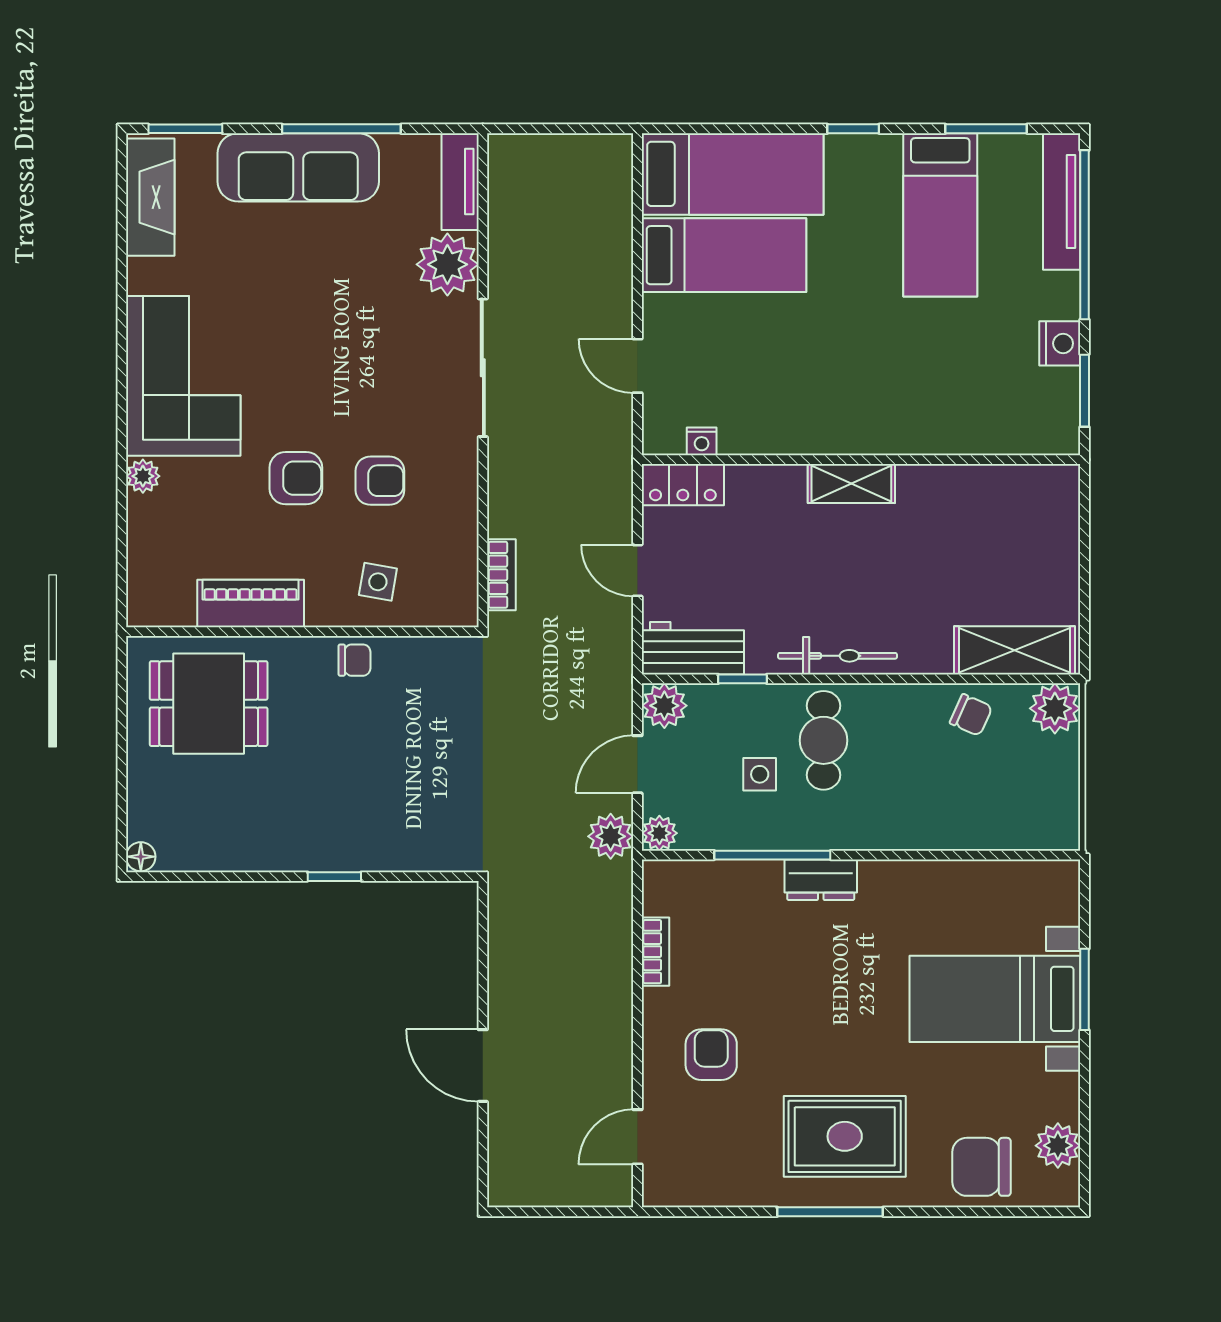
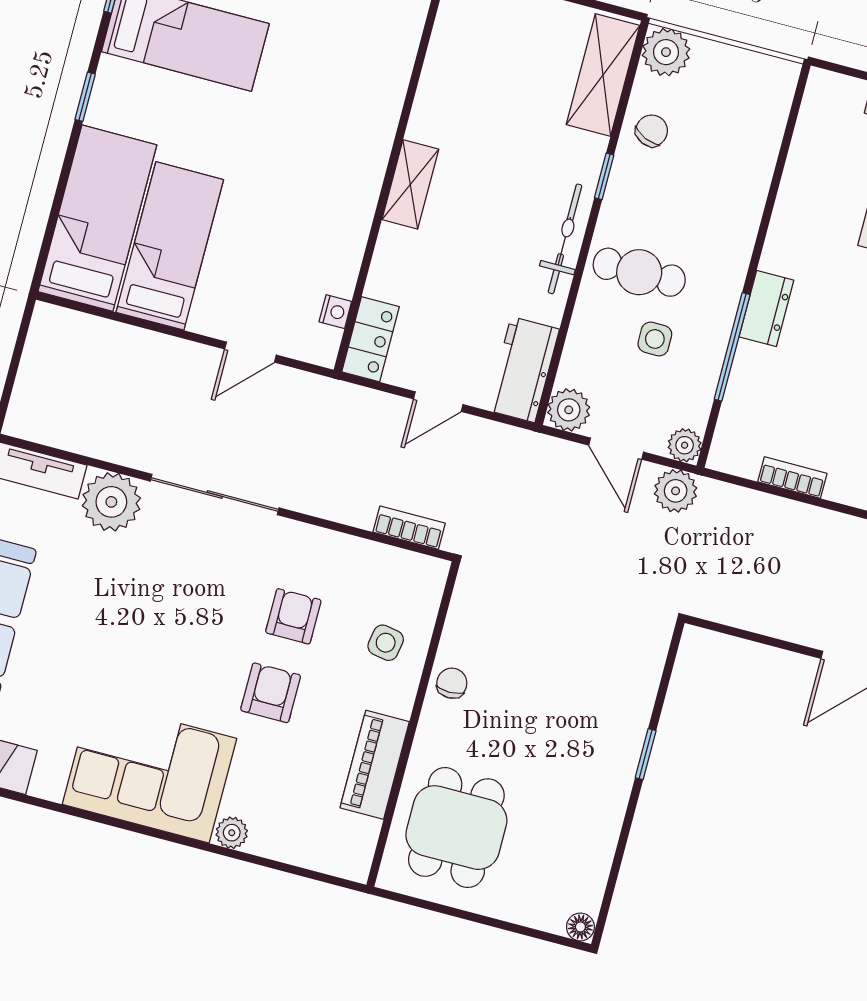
window: (743, 679) -> (604, 176), moved

